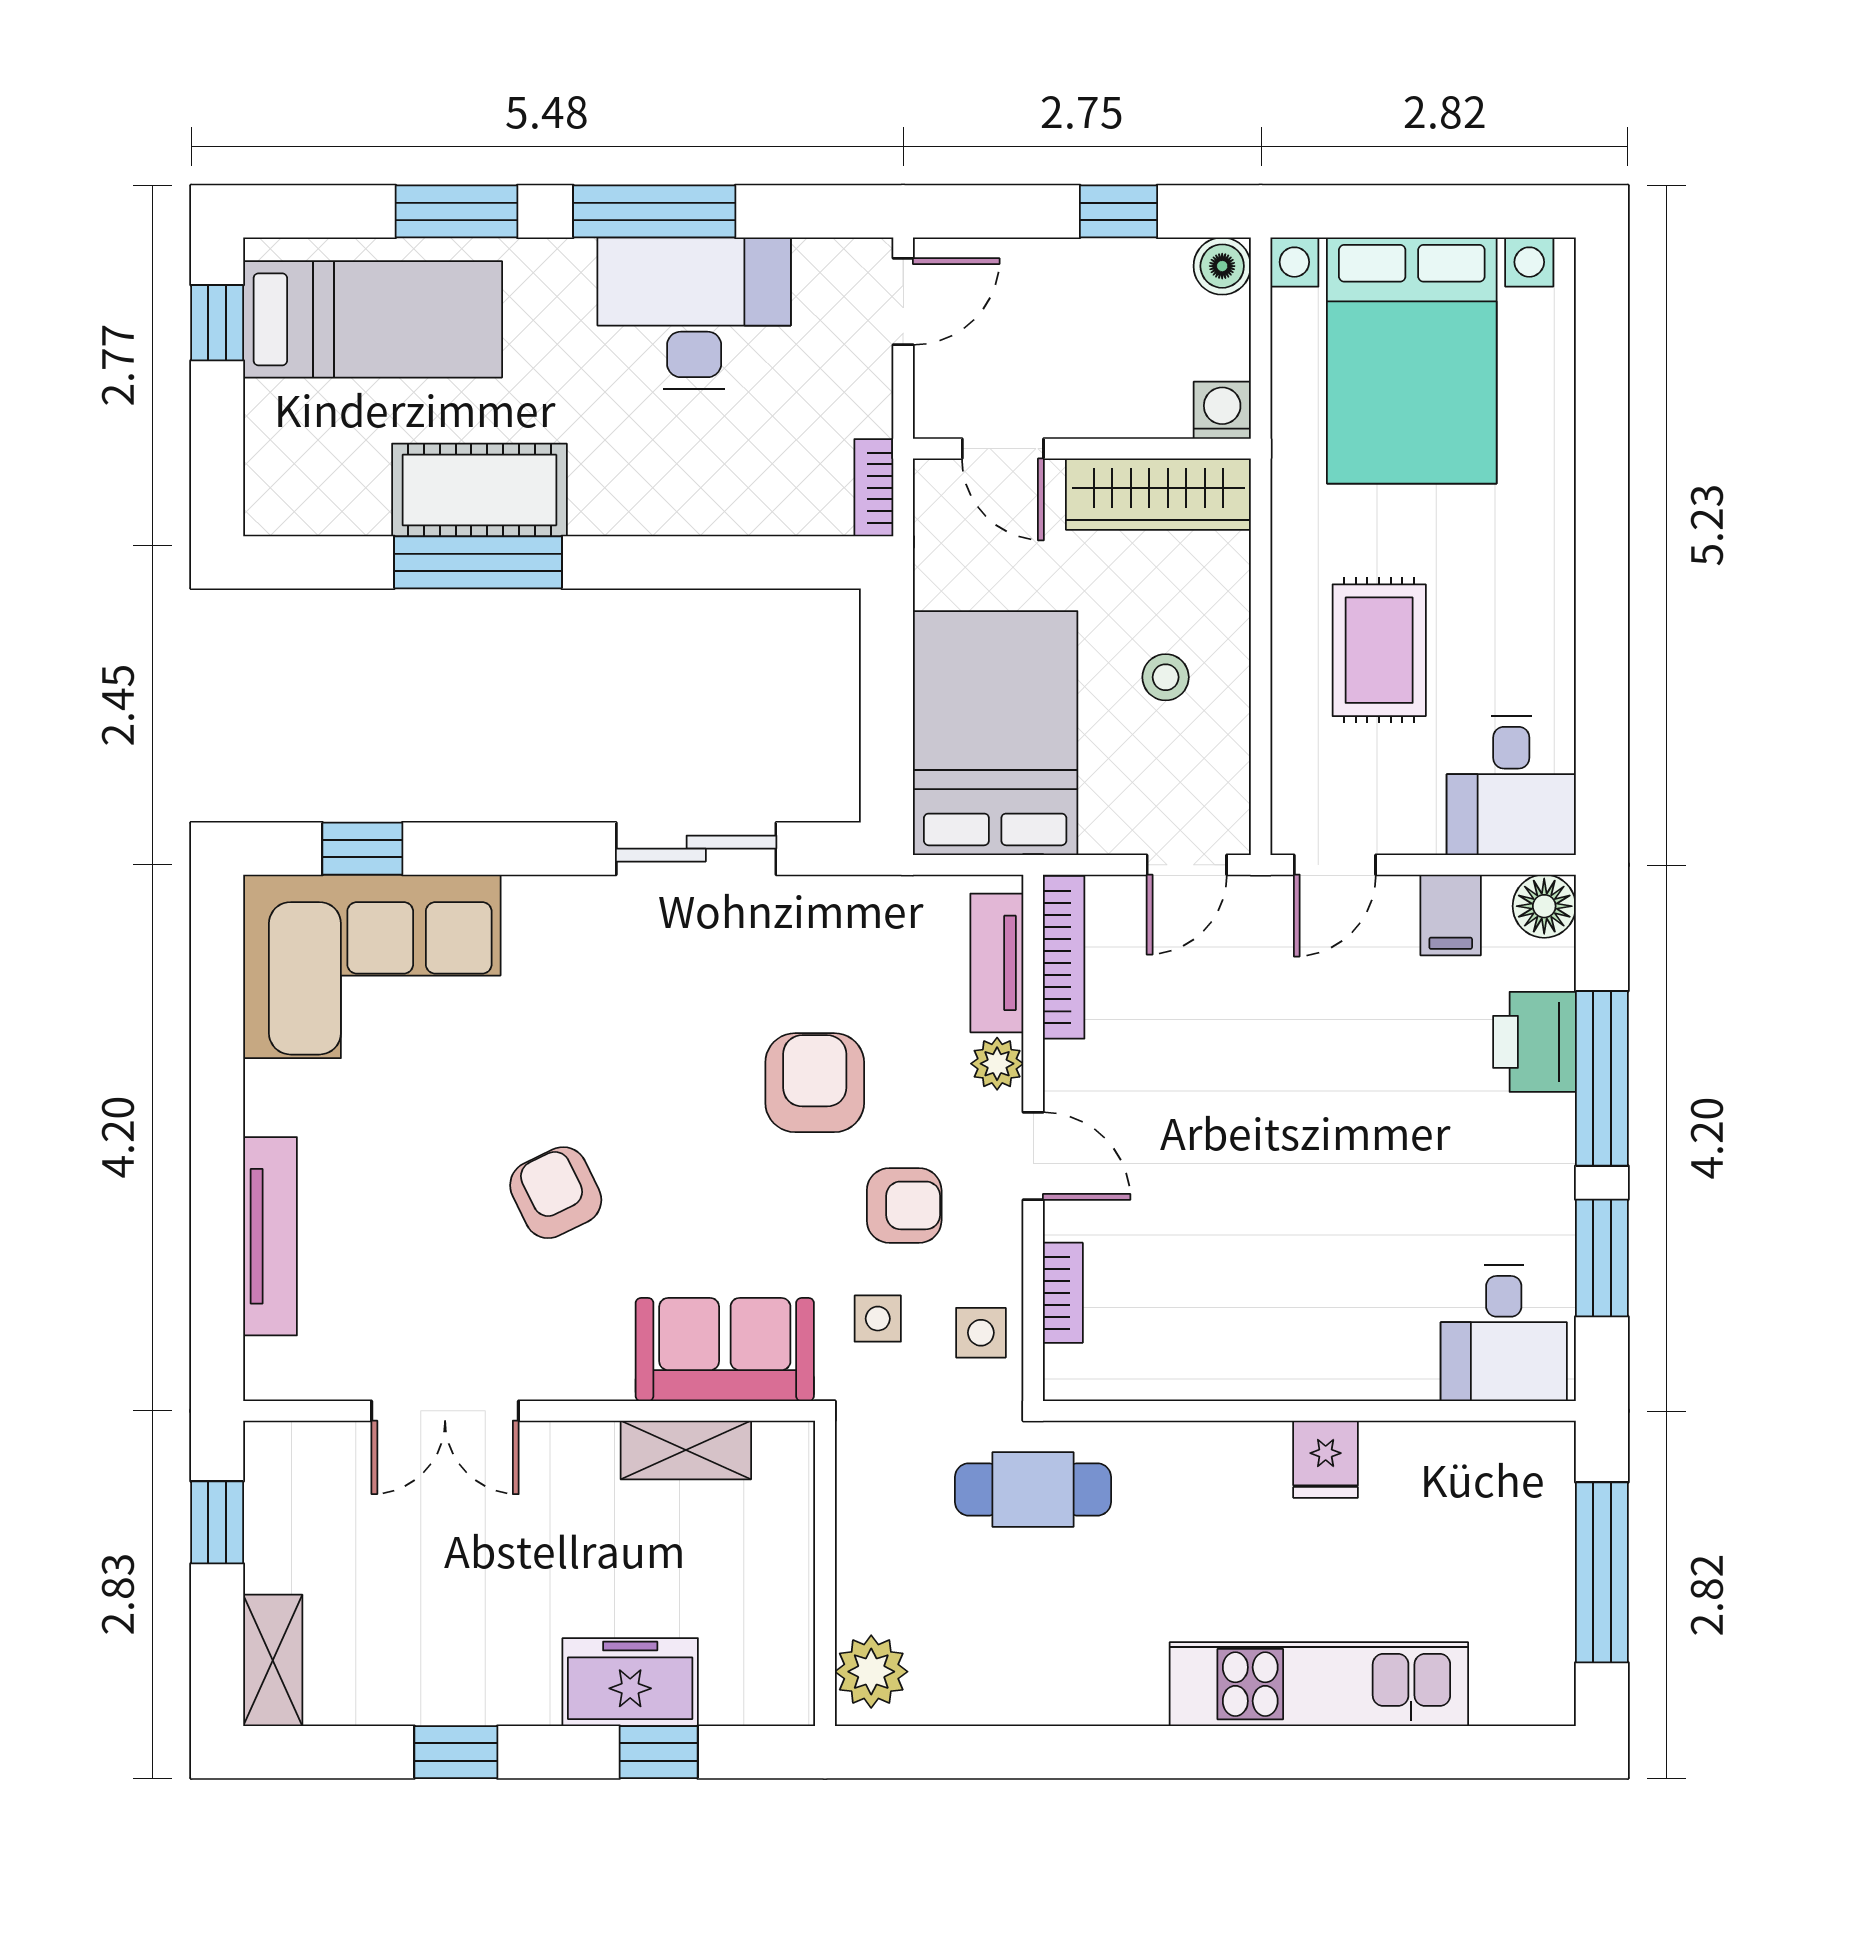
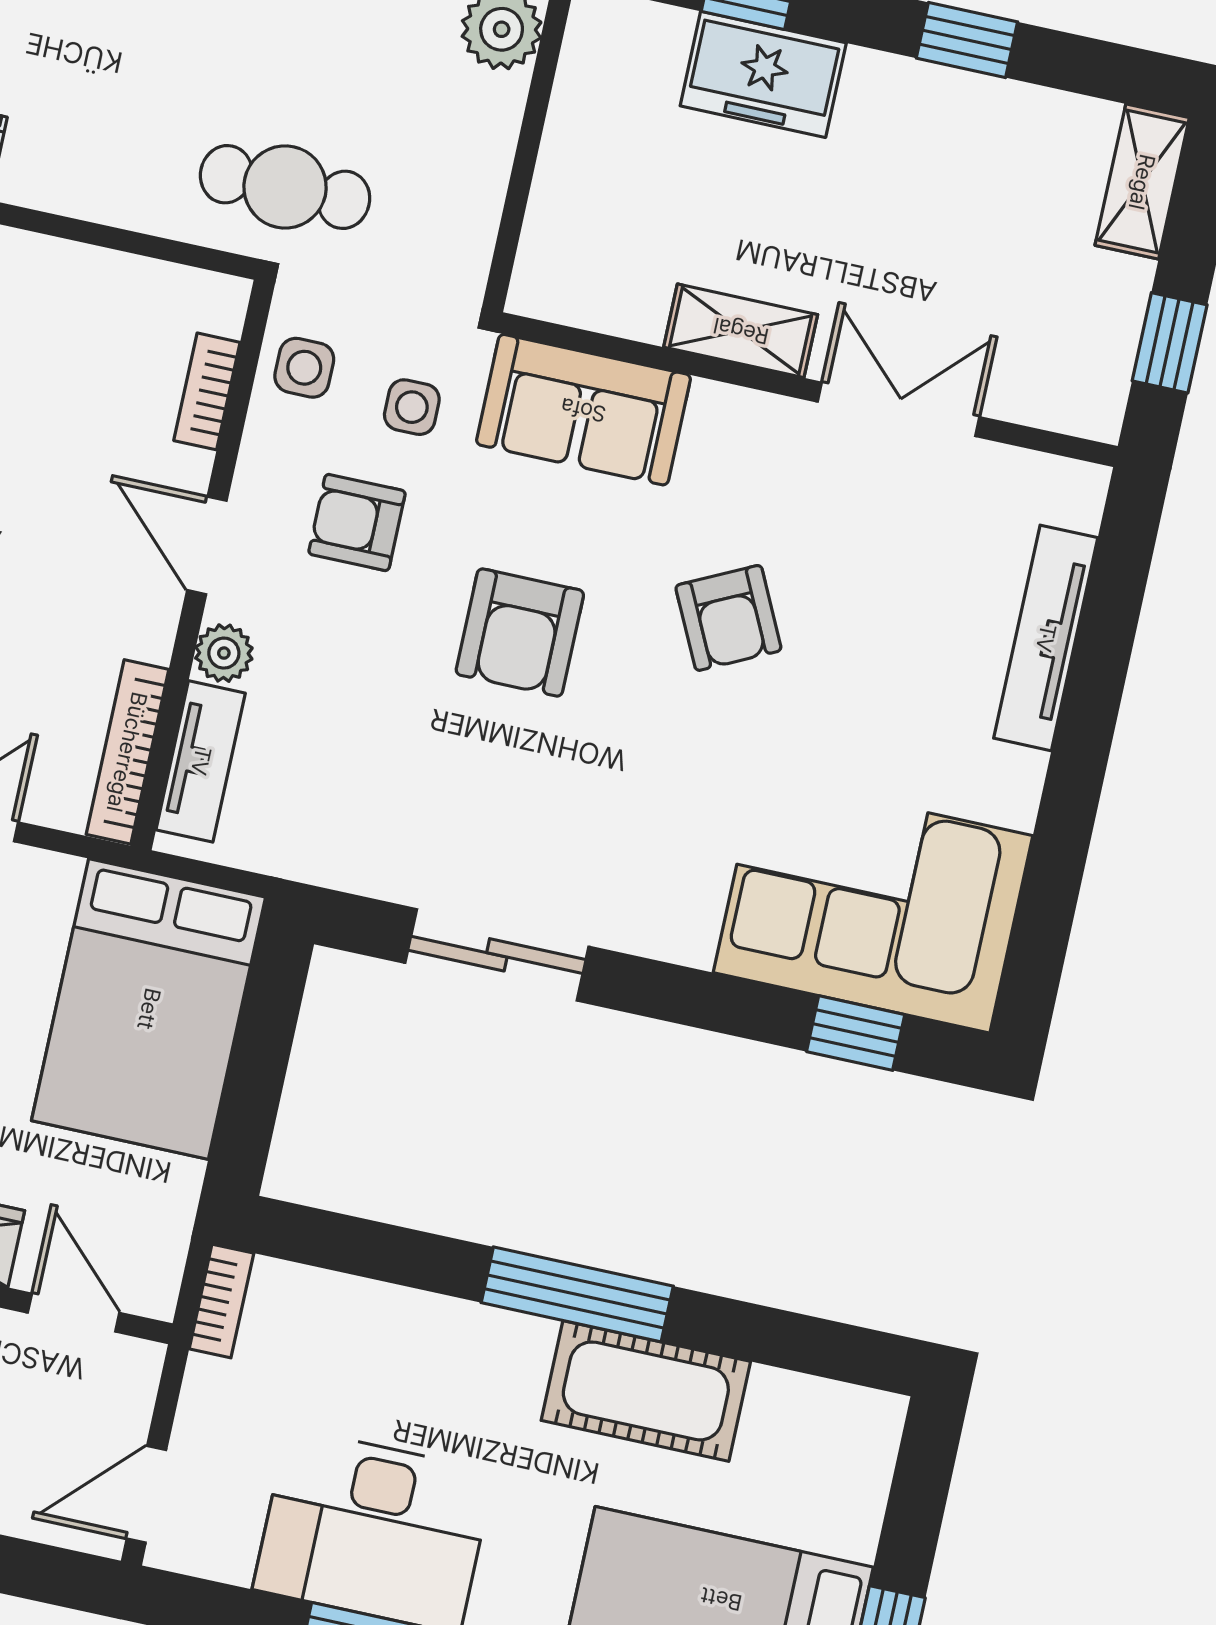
window: (478, 562) -> (577, 1294), moved
armchair: (815, 1083) -> (520, 633), moved
shelving: (686, 1450) -> (741, 331), moved

